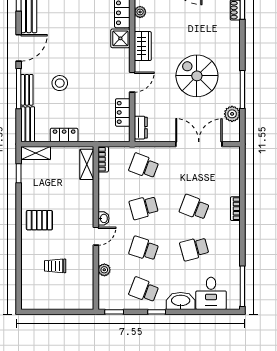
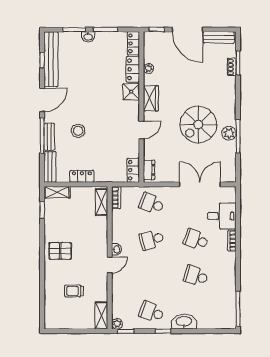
spiral stairs: (197, 76) -> (198, 125), turned -90
locker: (123, 112) -> (133, 170), moved
plant: (232, 114) -> (229, 133), moved
school desk: (144, 249) -> (152, 276), removed
school desk: (194, 249) -> (196, 276), turned 33
plant: (104, 270) -> (117, 324), moved
desk: (211, 293) -> (222, 216), moved, turned -90
shelving: (86, 294) -> (101, 316), added

